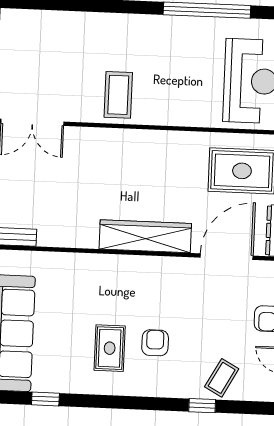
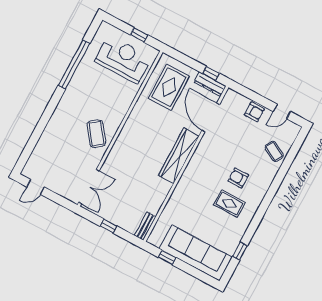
coffee table: (118, 95) -> (96, 134), turned 53
window: (202, 406) -> (284, 169), removed

